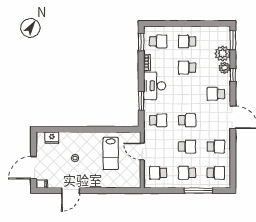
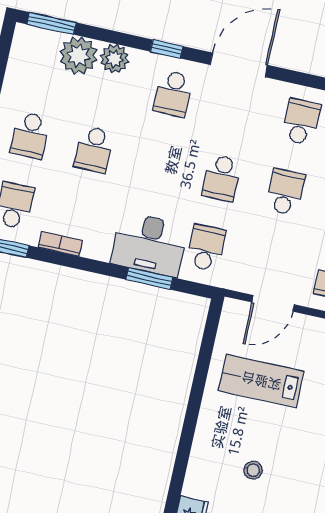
window: (233, 75) -> (167, 49), moved
desk: (155, 86) -> (149, 244), moved
school desk: (187, 120) -> (222, 178), turned 180
lab bench: (111, 154) -> (261, 381), turned 180

